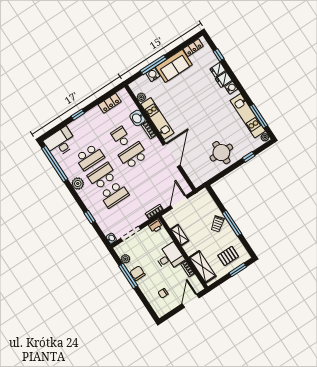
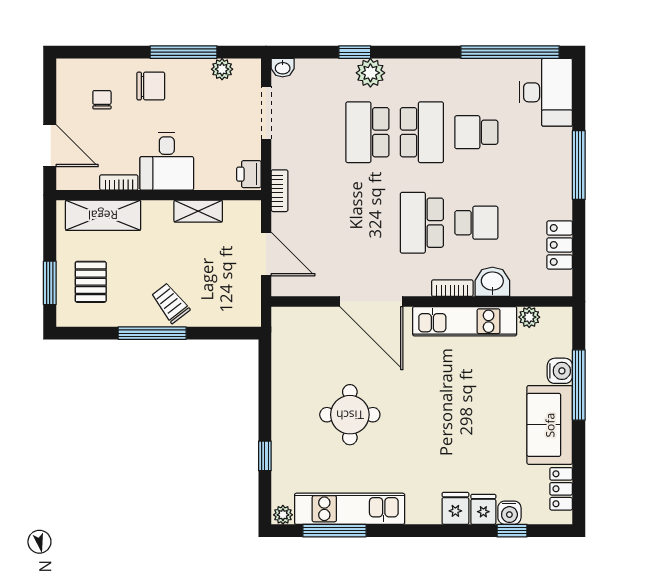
water cooler: (231, 88) -> (509, 513), moved
window: (78, 115) -> (579, 165), width x2.17
round table: (221, 153) -> (350, 415), moved
school desk: (133, 155) -> (422, 223), turned 180
school desk: (90, 157) -> (476, 132), width x0.54
plant: (78, 183) -> (370, 73), moved
chair: (137, 273) -> (151, 86), moved

